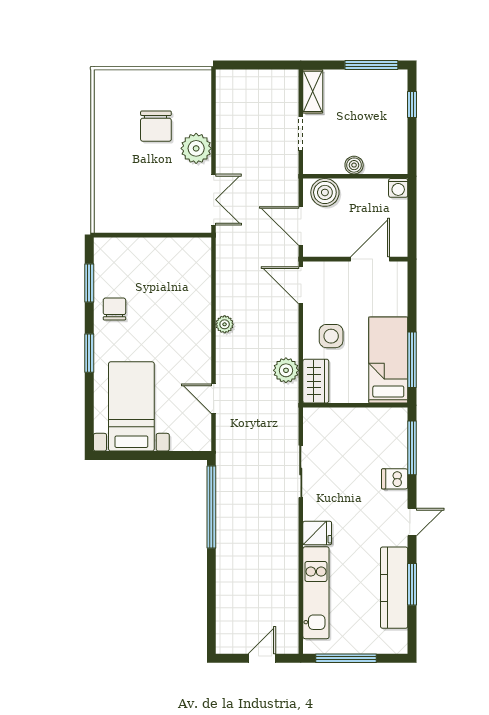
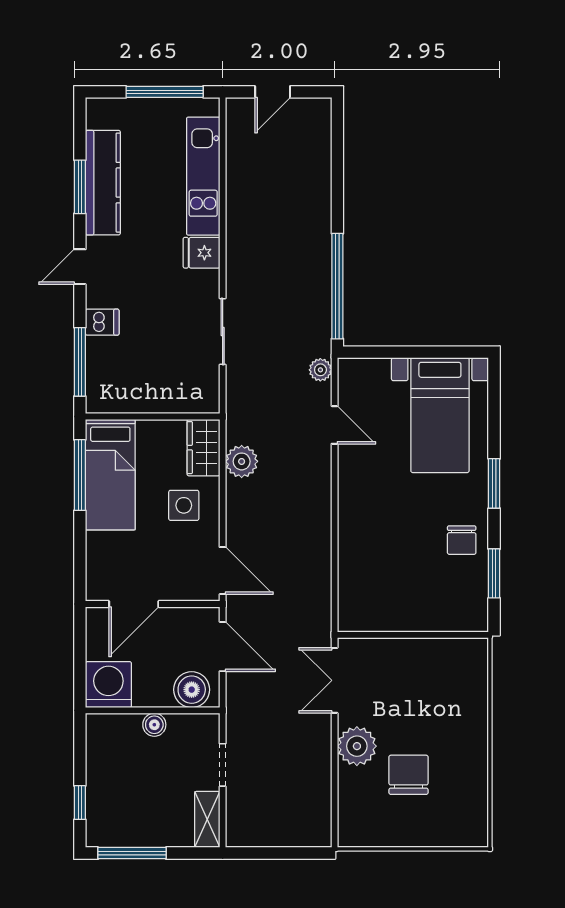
washing machine: (398, 188) -> (108, 685), width x1.89, depth x1.89
plant: (225, 324) -> (320, 370), moved

